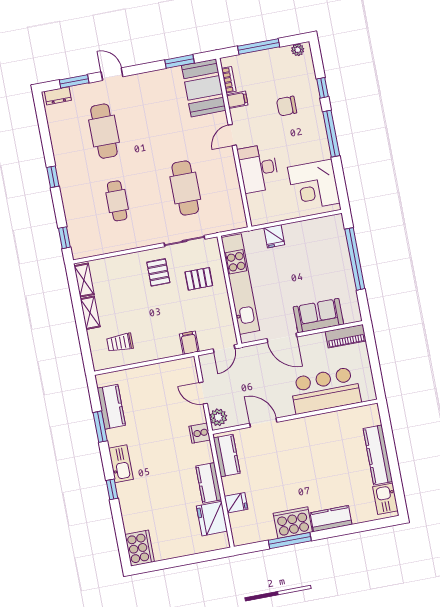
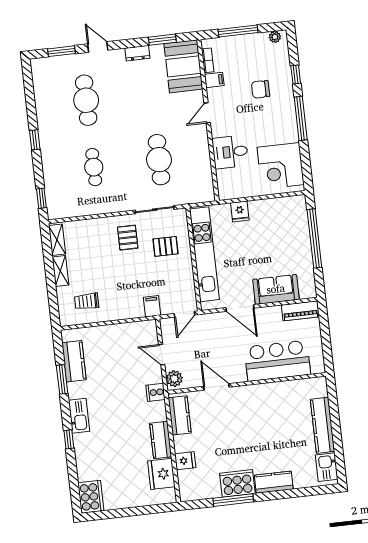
dresser: (58, 96) -> (137, 53), moved
desk: (258, 168) -> (230, 152), width x0.73

